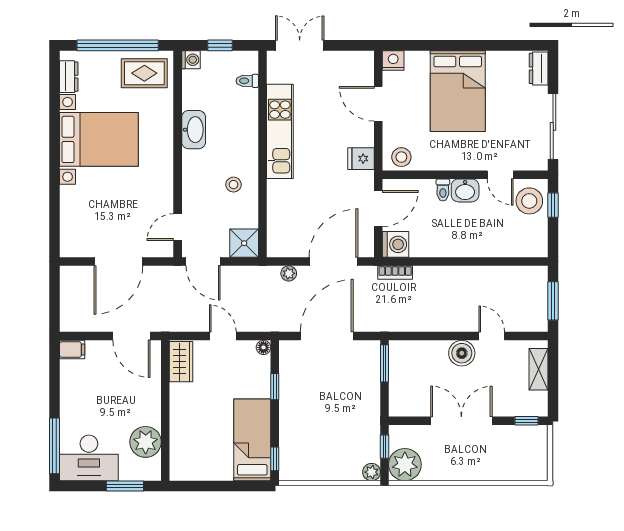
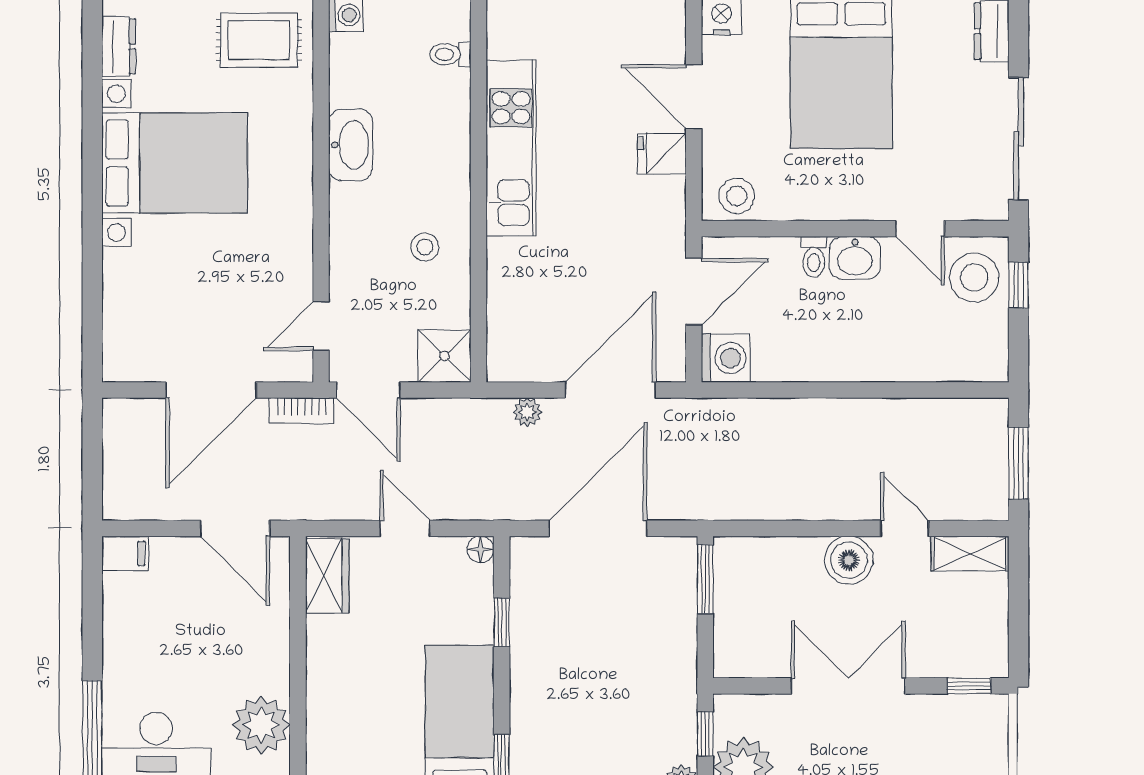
fridge: (361, 159) -> (662, 154), moved
bookcase: (395, 273) -> (301, 410), moved
shelving: (538, 369) -> (970, 554), moved, turned 90

